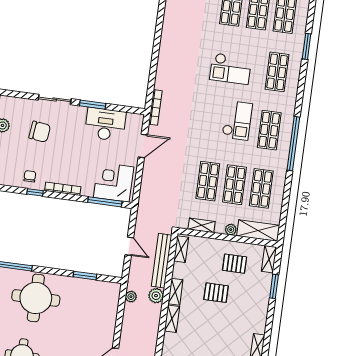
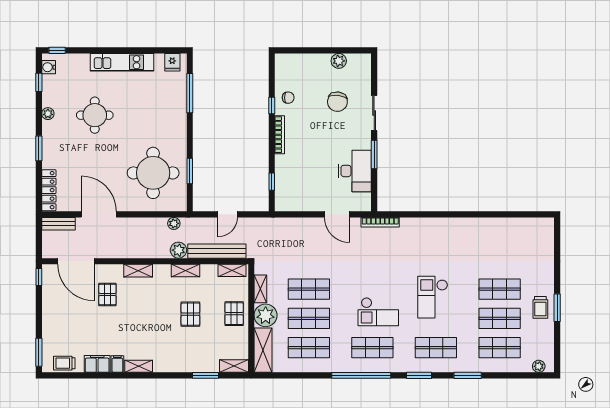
window: (301, 91) -> (419, 375), added
corner desk: (114, 182) -> (294, 188), removed
window: (105, 202) -> (272, 182), width x0.46
plant: (231, 230) -> (266, 315), width x1.88, depth x1.88
pallet: (235, 264) -> (234, 314), moved
round table: (36, 298) -> (153, 173), moved
shelving: (172, 319) -> (138, 271), moved

